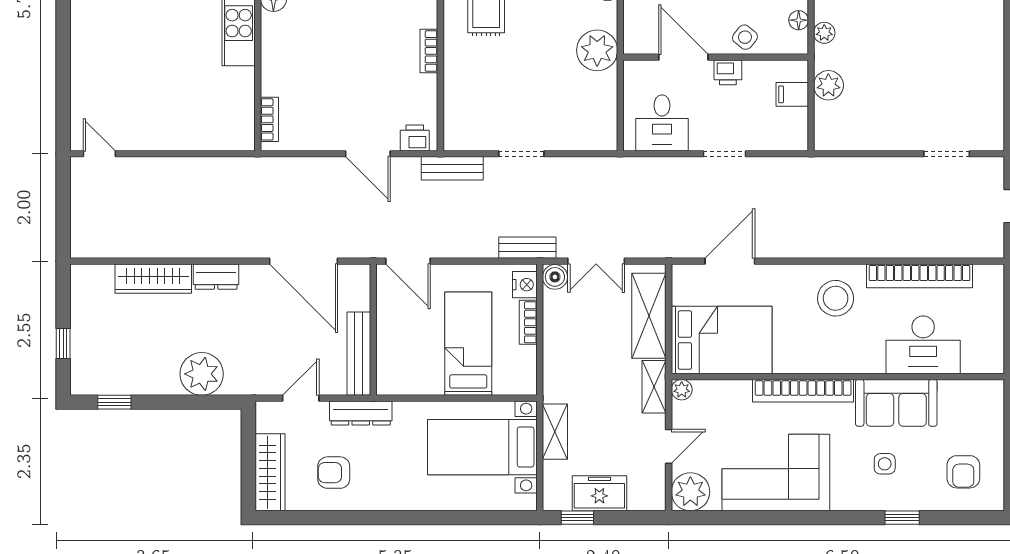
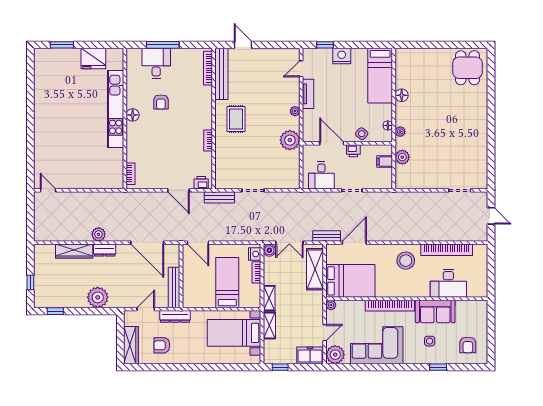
plant: (203, 244) -> (99, 234), added
bench: (527, 248) -> (327, 236), moved
shelving: (654, 387) -> (269, 298), moved
freezer: (599, 493) -> (310, 355), moved

